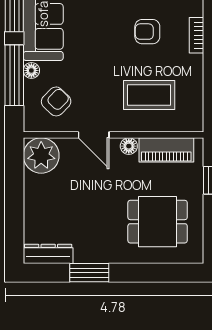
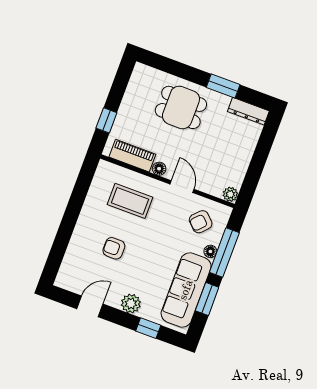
armchair: (147, 32) -> (114, 248), turned 180
bookcase: (196, 35) -> (79, 232), removed
plant: (41, 155) -> (230, 194), width x0.53, depth x0.53
dining table: (158, 222) -> (181, 107), moved

